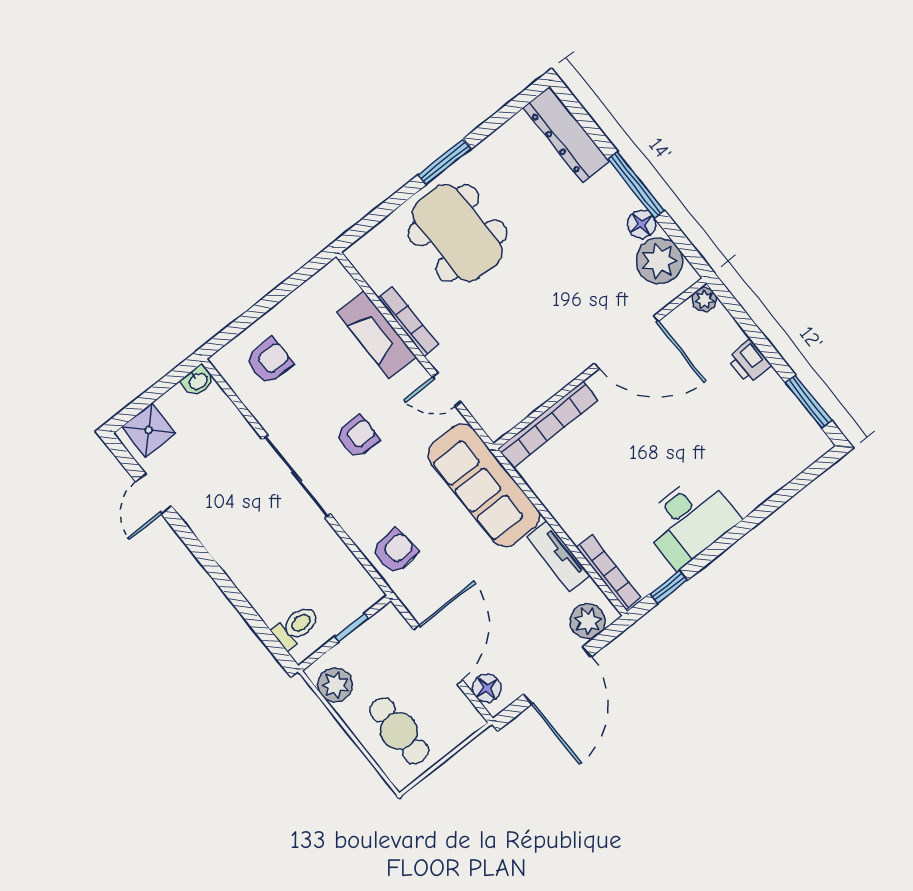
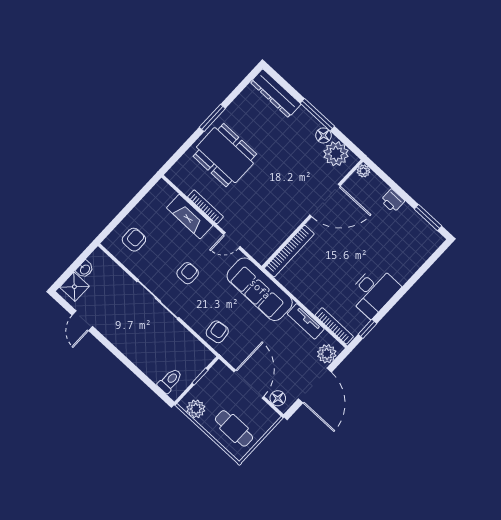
washbasin: (198, 381) -> (85, 269), moved

